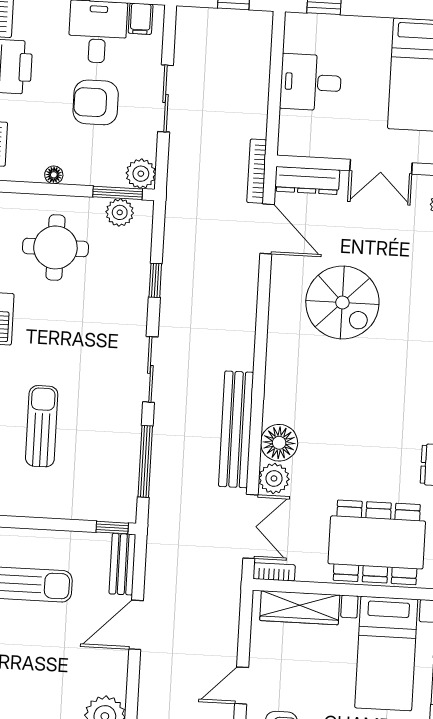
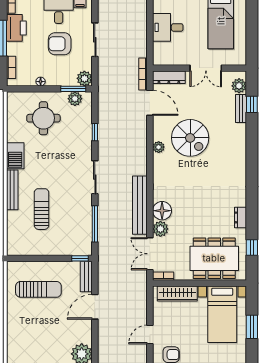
plant: (279, 317) -> (159, 147), added
double door: (251, 526) -> (150, 254), swing flipped

